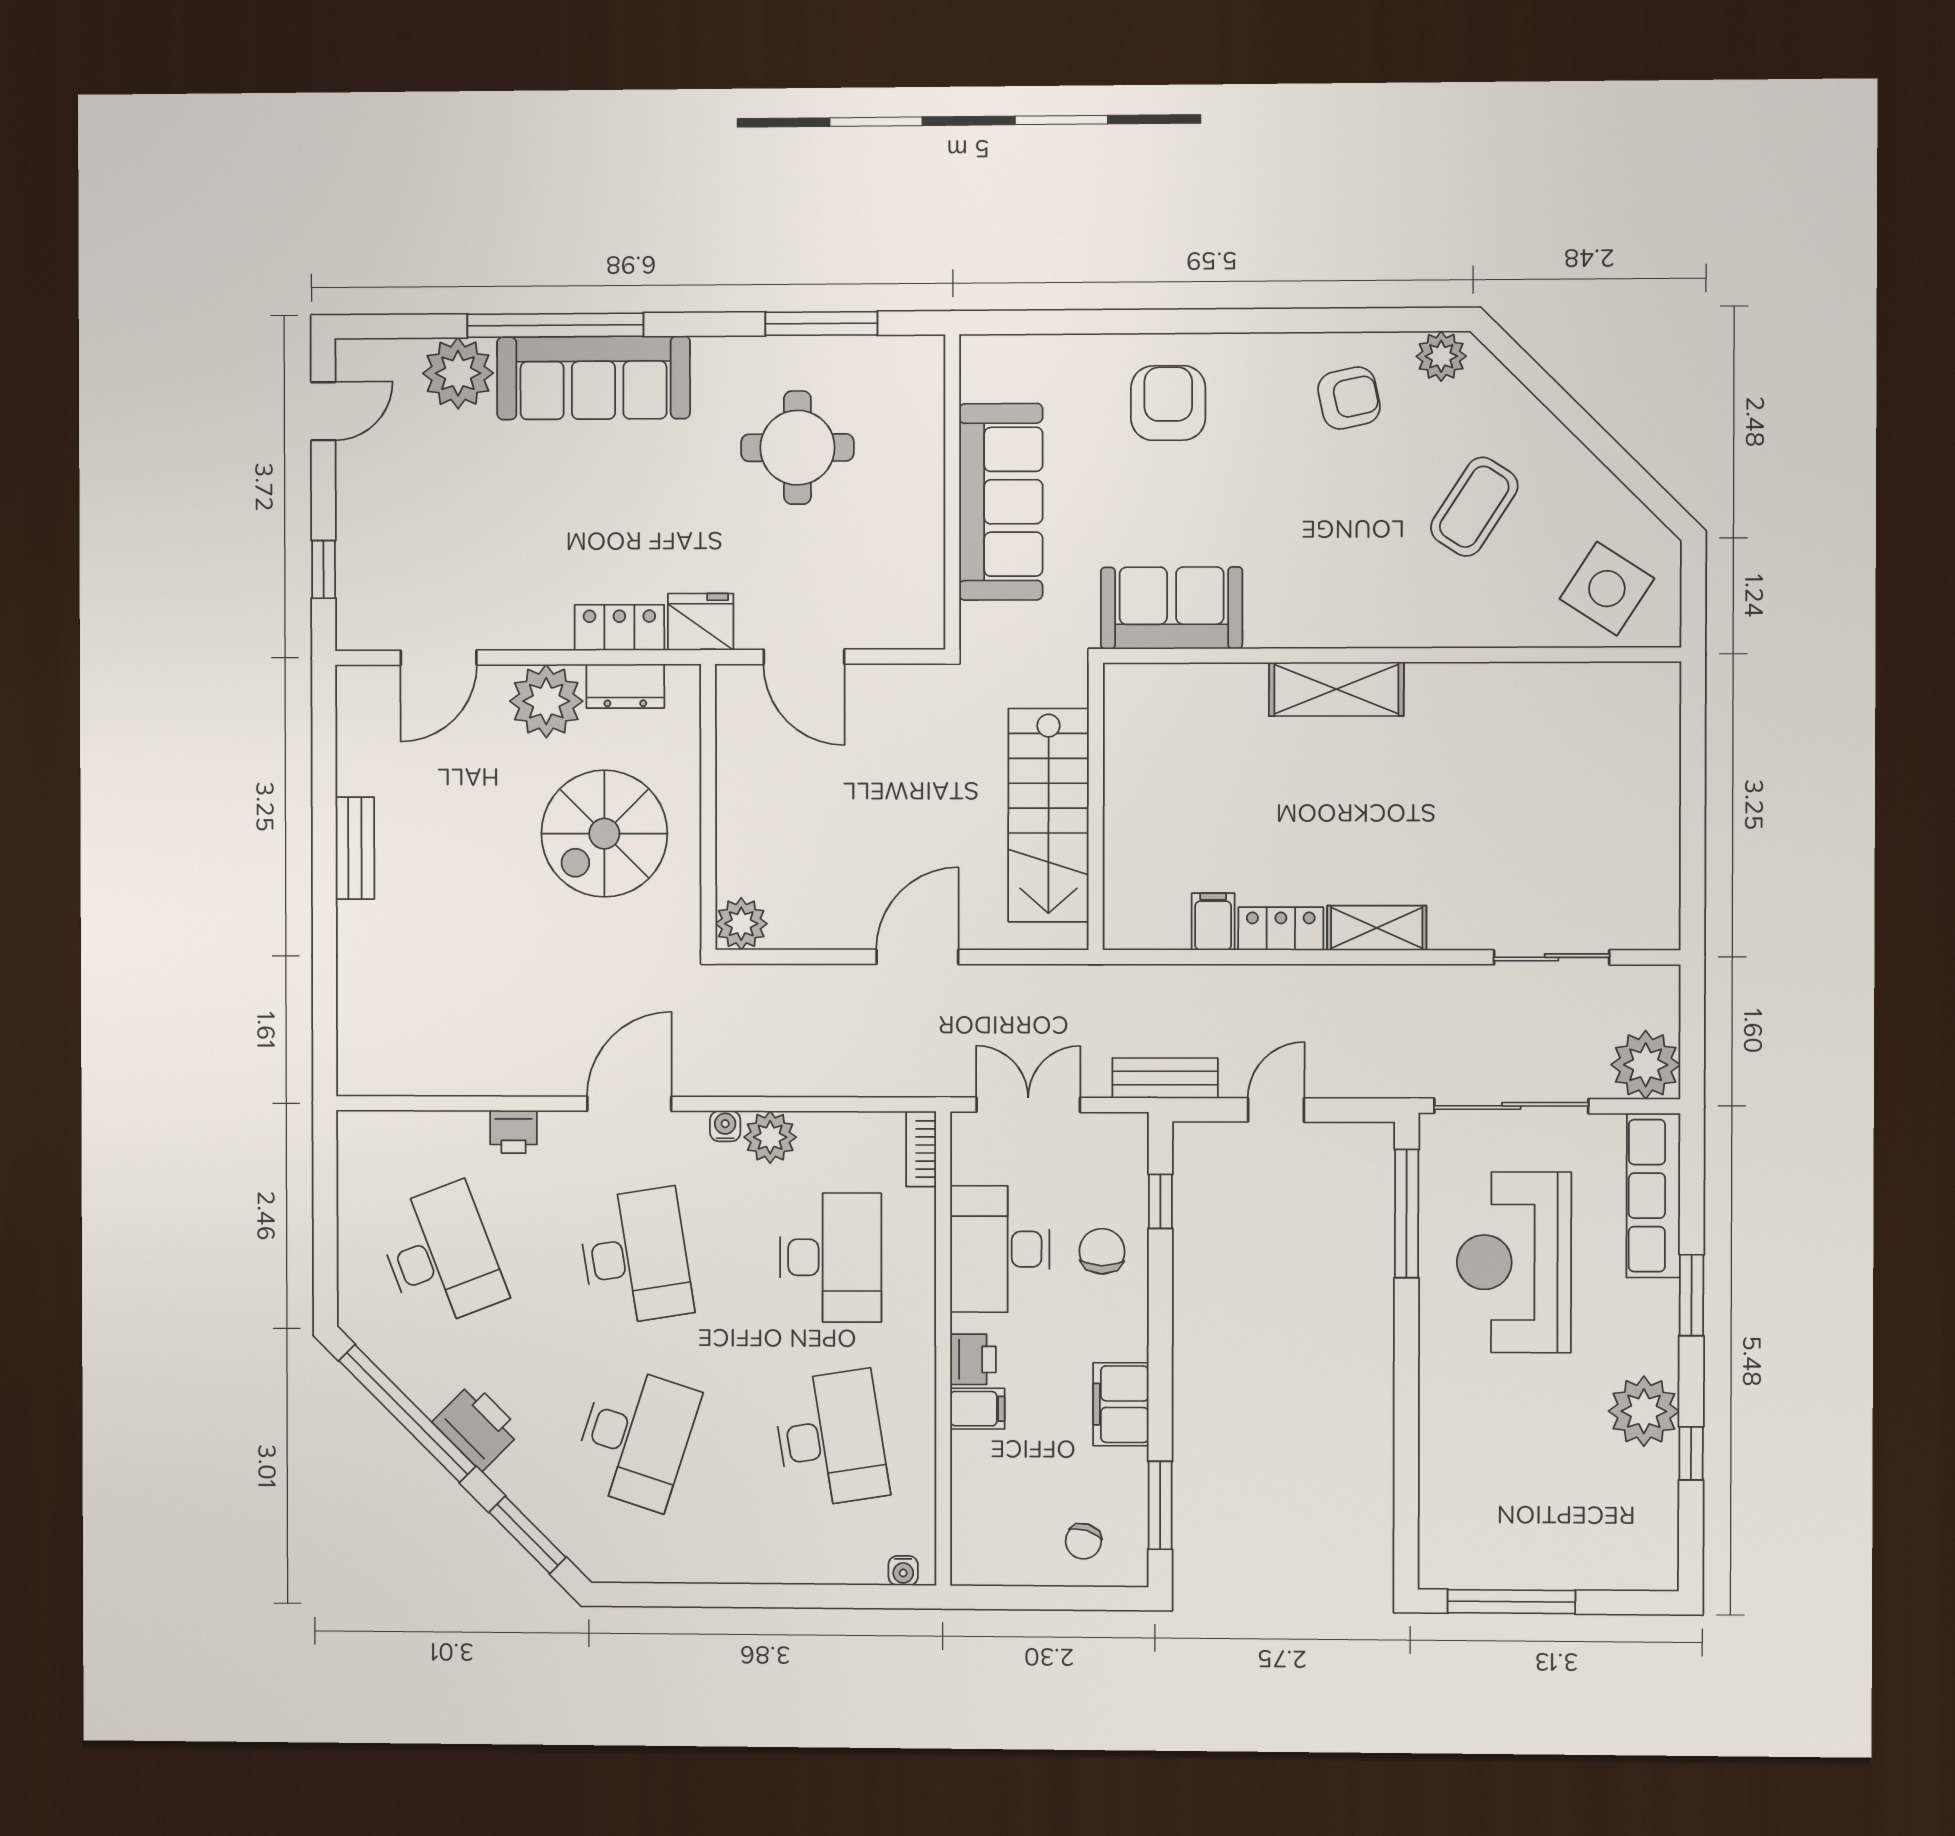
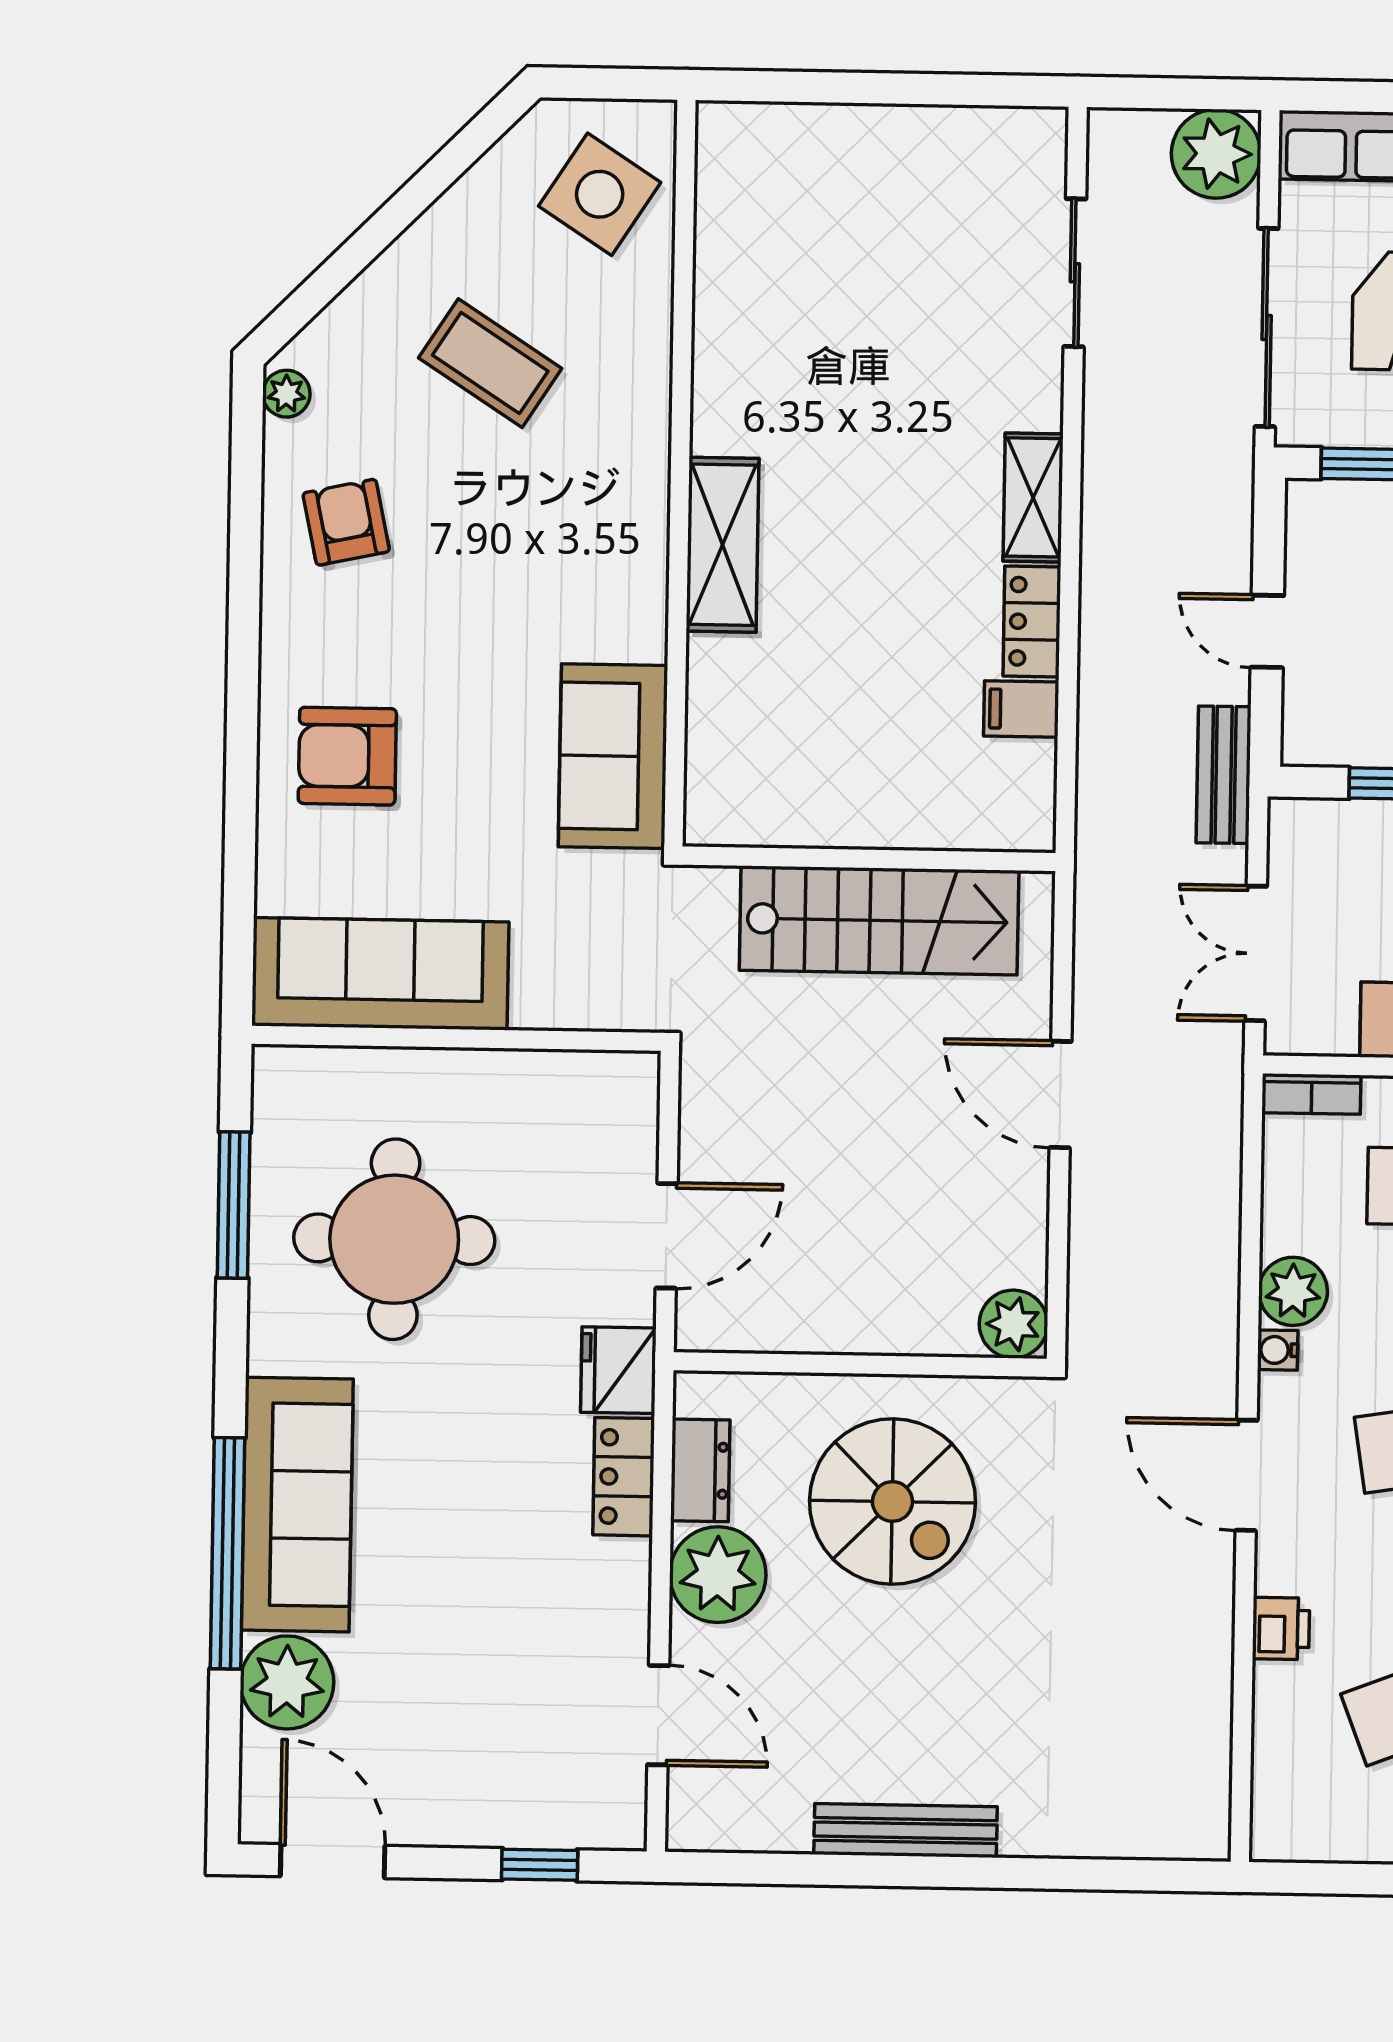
plant: (1441, 356) -> (286, 394), width x0.73, depth x0.73
door: (323, 411) -> (333, 1861), width x1.38
round table: (797, 448) -> (394, 1239), width x1.36, depth x1.36
sofa: (1001, 502) -> (380, 974), moved
bench: (355, 848) -> (905, 1831), width x1.36

